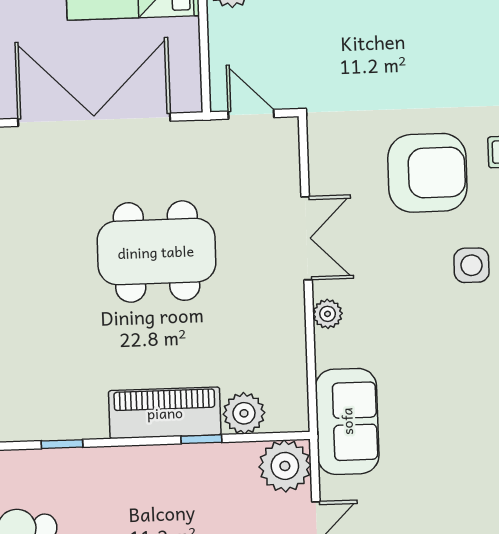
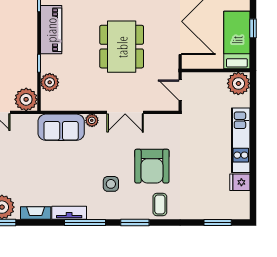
door: (251, 114) -> (180, 90), swing flipped
piano: (165, 413) -> (51, 30), moved
sofa: (347, 421) -> (61, 127), moved

